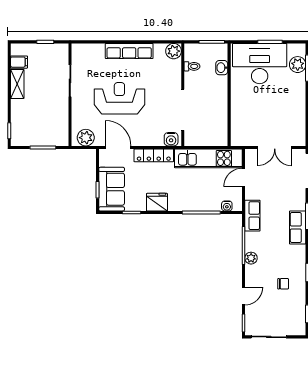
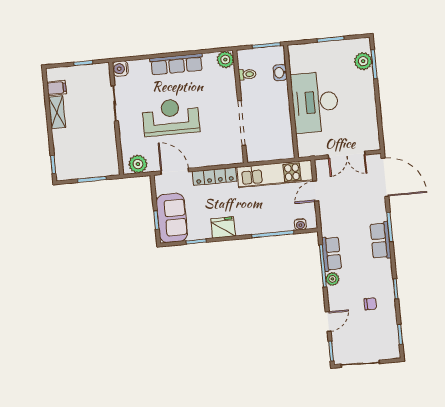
desk: (260, 64) -> (315, 102), moved, turned -90
water cooler: (171, 139) -> (120, 69), moved, turned 90
row of seats: (252, 216) -> (332, 254), moved

